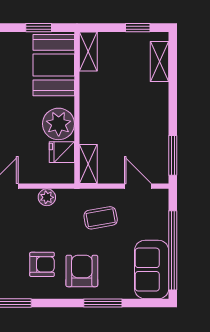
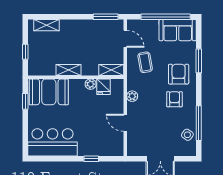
window: (138, 28) -> (25, 52), moved
shelving: (88, 51) -> (69, 70), moved
plant: (59, 124) -> (91, 84), width x0.53, depth x0.53
door: (138, 186) -> (125, 39), swing flipped
armchair: (82, 271) -> (179, 74), turned 90

